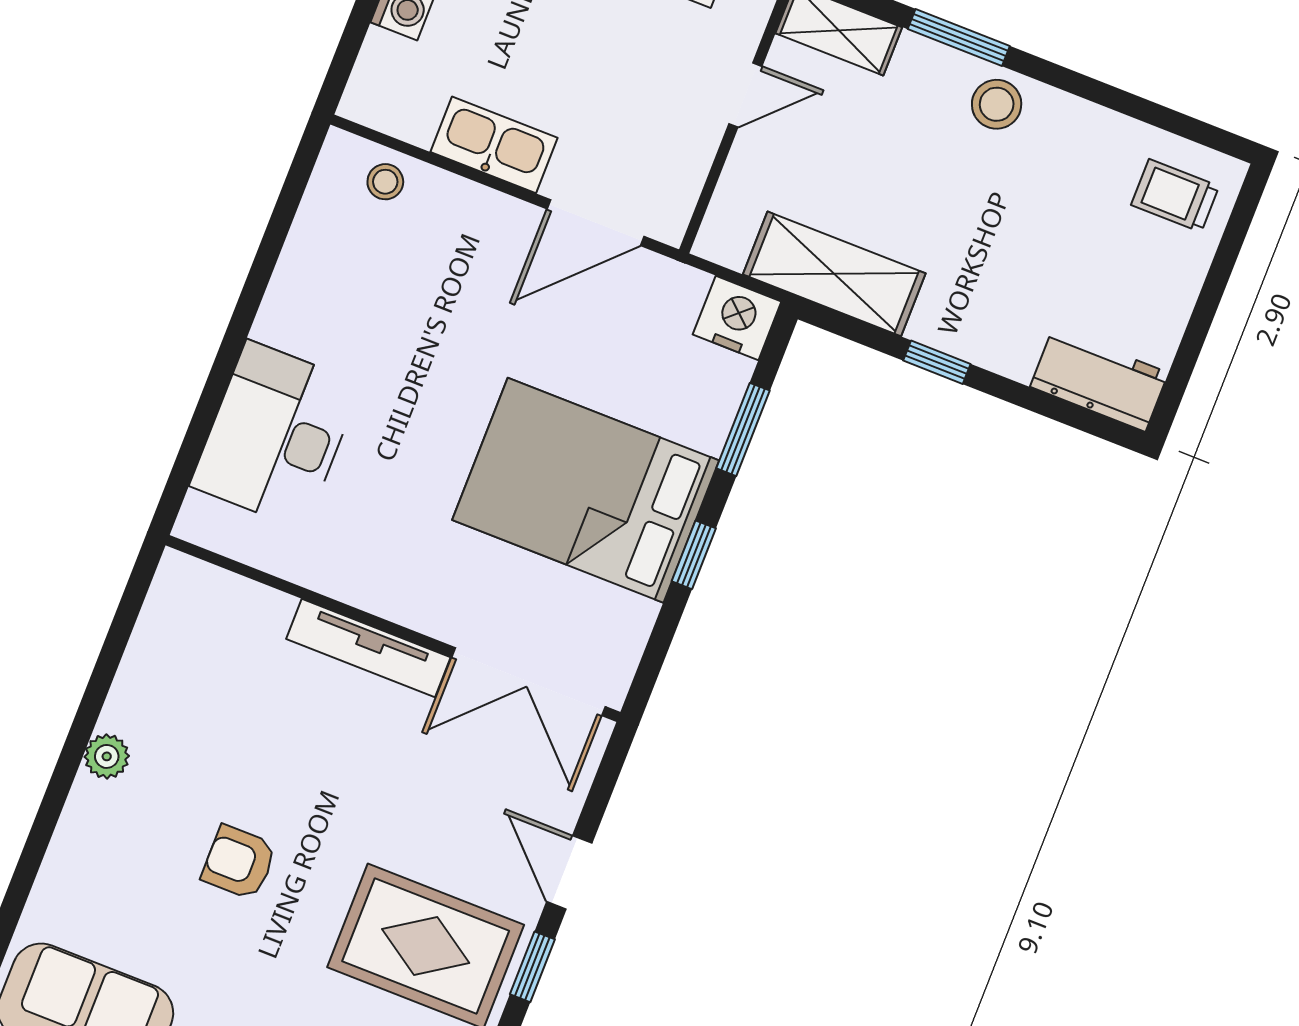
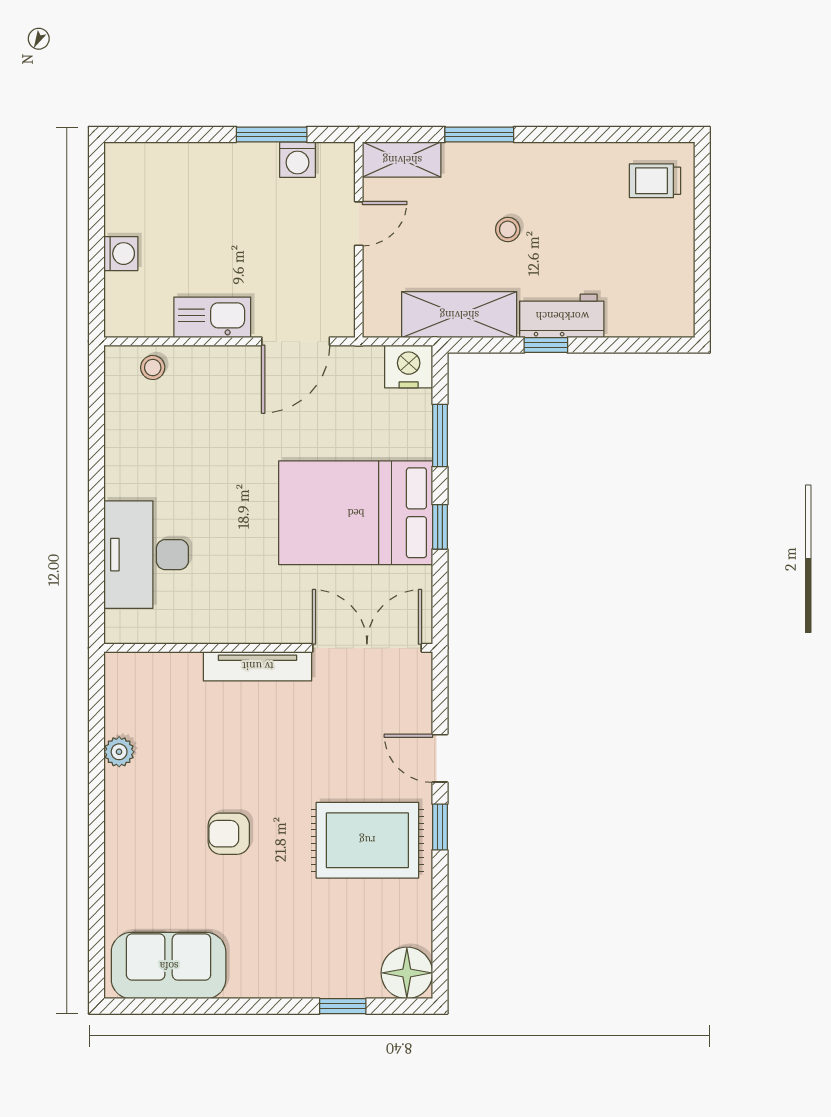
stool: (997, 104) -> (508, 229), moved, width x0.73, depth x0.73
workbench: (1099, 380) -> (562, 316), moved
double door: (529, 682) -> (367, 648), swing flipped
plant: (107, 756) -> (119, 752), moved

